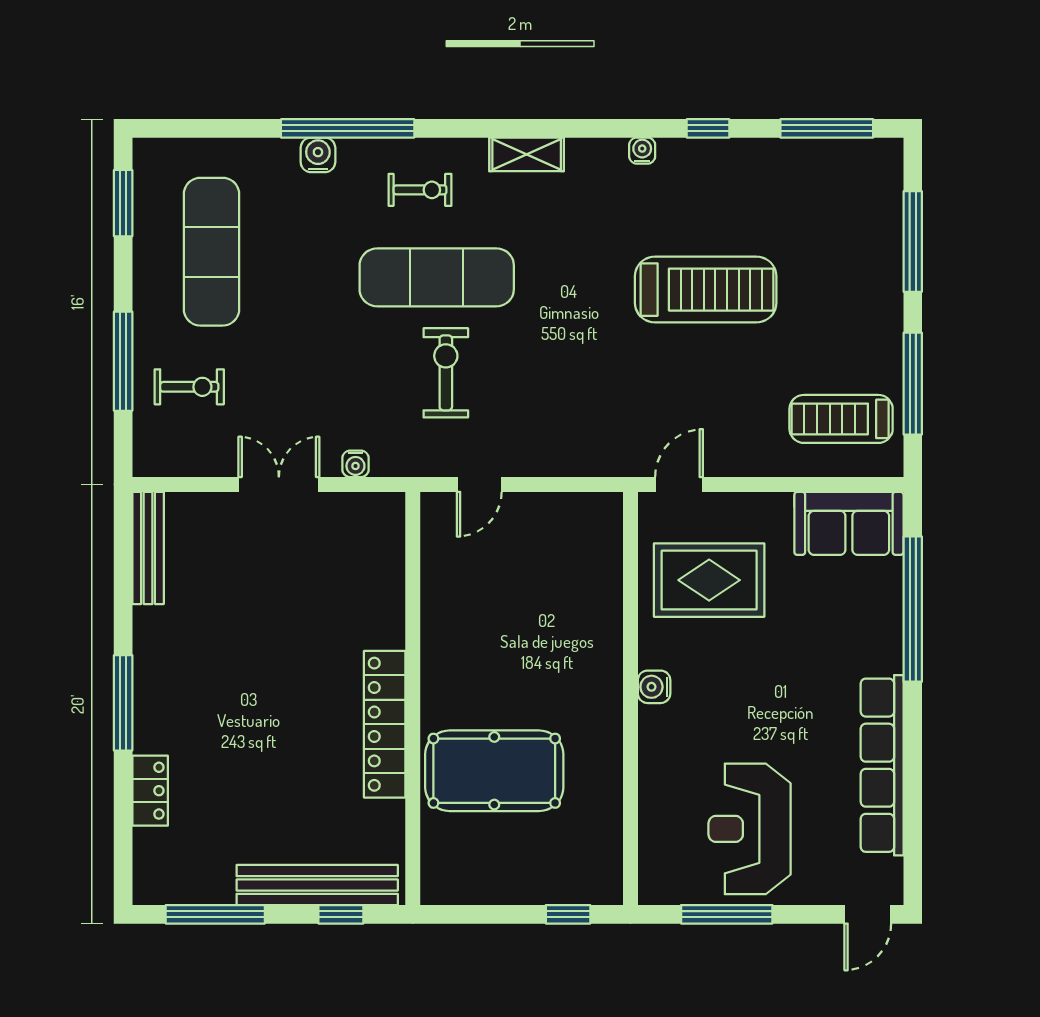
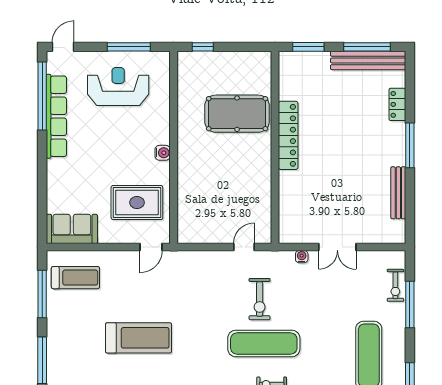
treadmill: (706, 290) -> (139, 338), turned 180
exercise bike: (189, 387) -> (395, 285), moved, turned -90
bench: (148, 548) -> (398, 193), moved
window: (913, 609) -> (42, 96), moved
reception desk: (750, 829) -> (118, 87), turned -90
bench: (317, 885) -> (368, 60), moved
window: (341, 914) -> (308, 47), width x1.50

